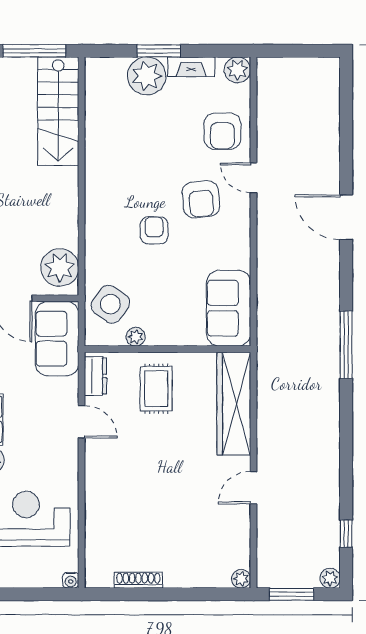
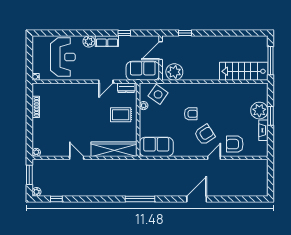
plant: (237, 70) -> (262, 151), removed
armchair: (201, 199) -> (205, 135), turned 153

